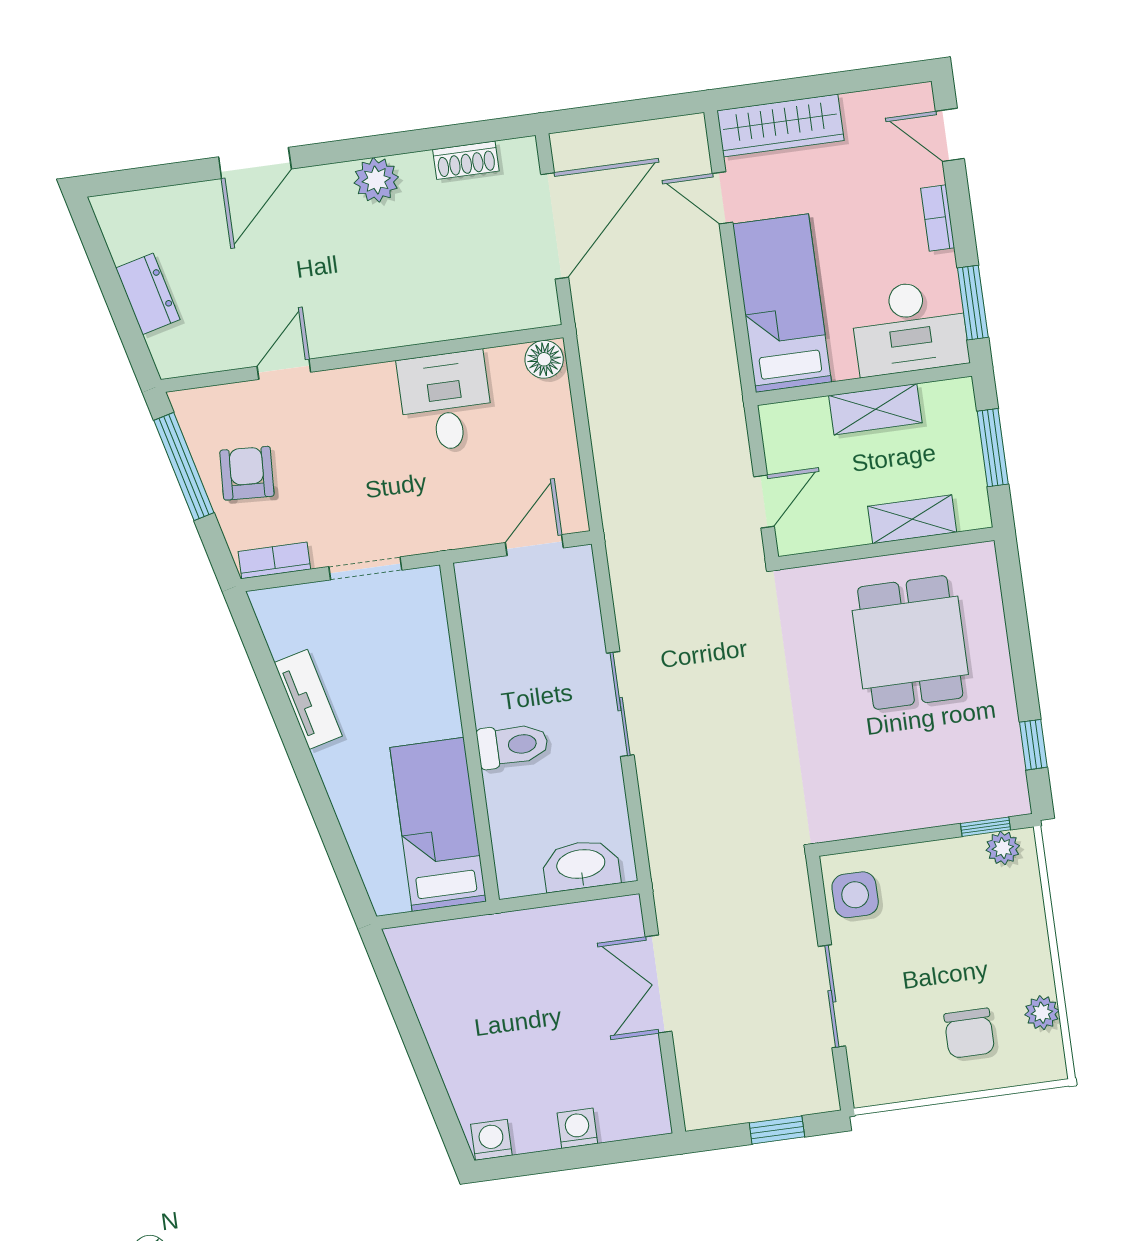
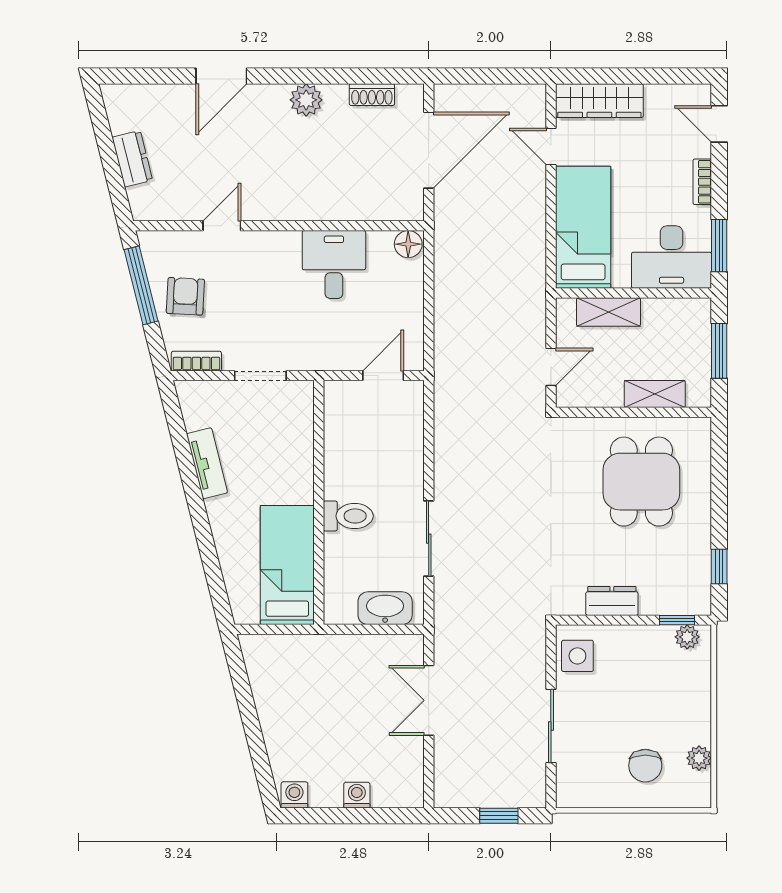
shelving: (875, 409) -> (608, 312), moved
sliding door: (620, 704) -> (429, 539), moved
dresser: (892, 812) -> (612, 601), added

